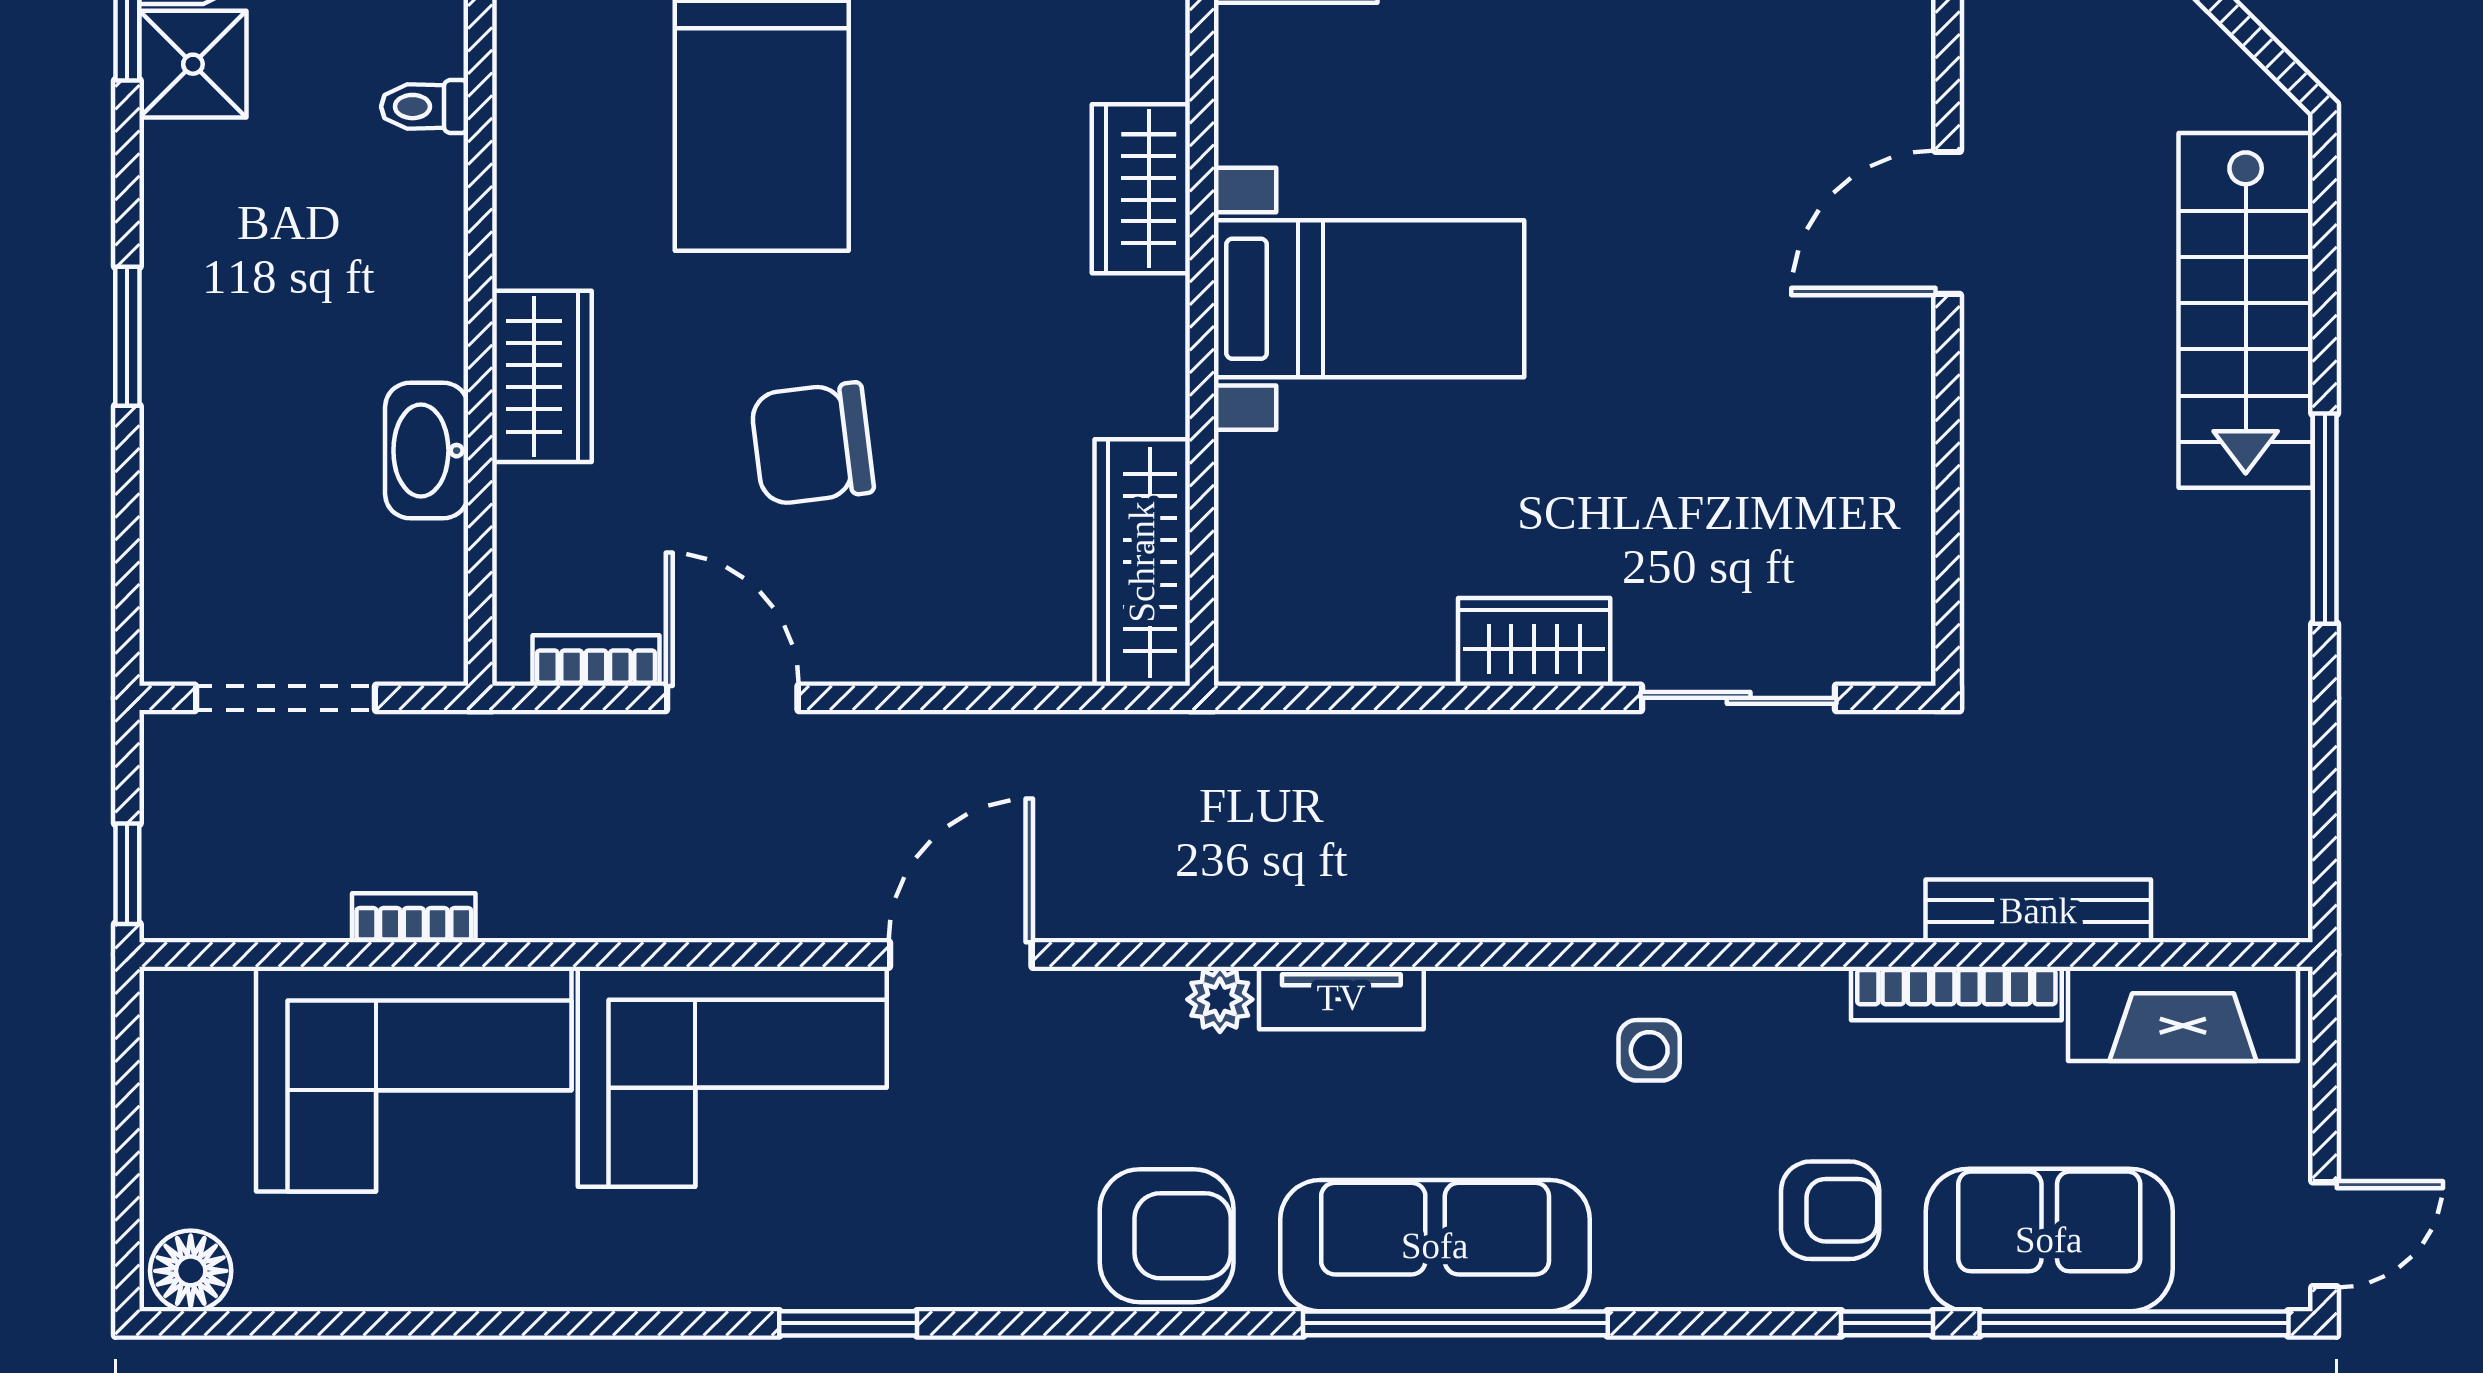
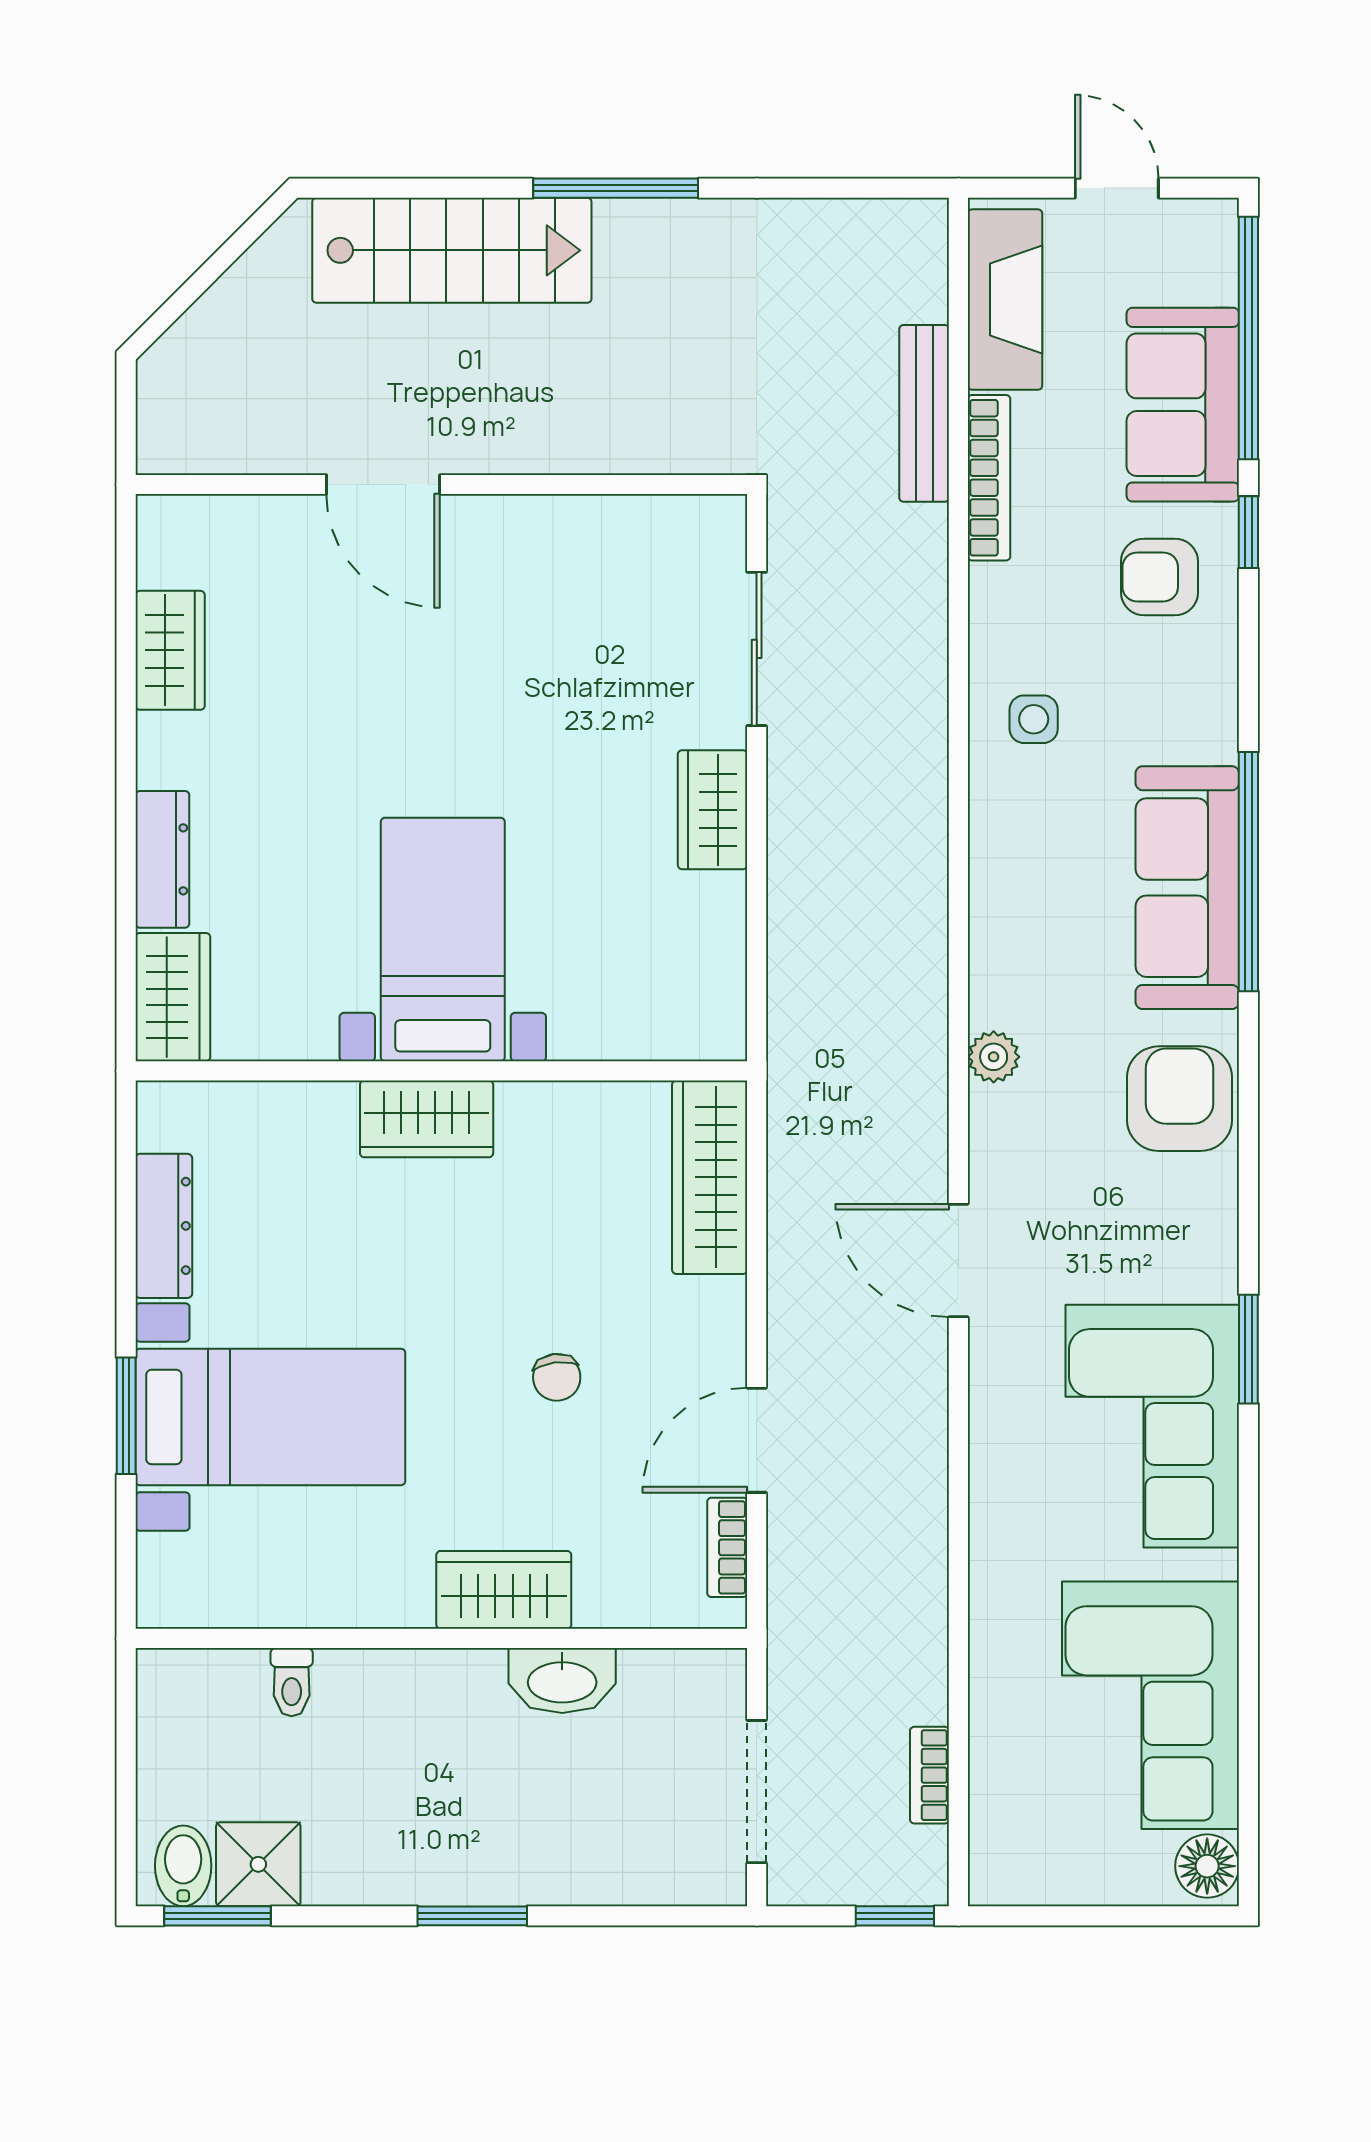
wardrobe: (1141, 189) -> (427, 1119), moved
chair: (812, 444) -> (557, 1377), width x0.54, depth x0.54
wardrobe: (1142, 562) -> (710, 1177), moved, turned 90
bookcase: (414, 918) -> (930, 1775), moved
tv unit: (1341, 998) -> (993, 961), removed
corner sofa: (732, 1077) -> (1152, 1426), moved, turned 180
corner sofa: (414, 1079) -> (1151, 1705), moved, turned 180
armchair: (1830, 1210) -> (1159, 577), turned -90
door: (2325, 1234) -> (1117, 188), moved

